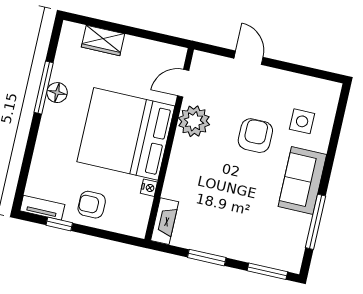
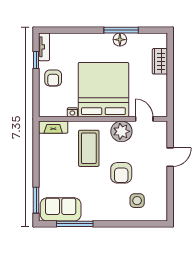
armchair: (255, 136) -> (121, 173), turned 90
coffee table: (208, 175) -> (89, 148), added
sofa: (302, 181) -> (61, 209), moved
armchair: (92, 205) -> (53, 78), turned 180
window: (207, 258) -> (36, 159), removed

